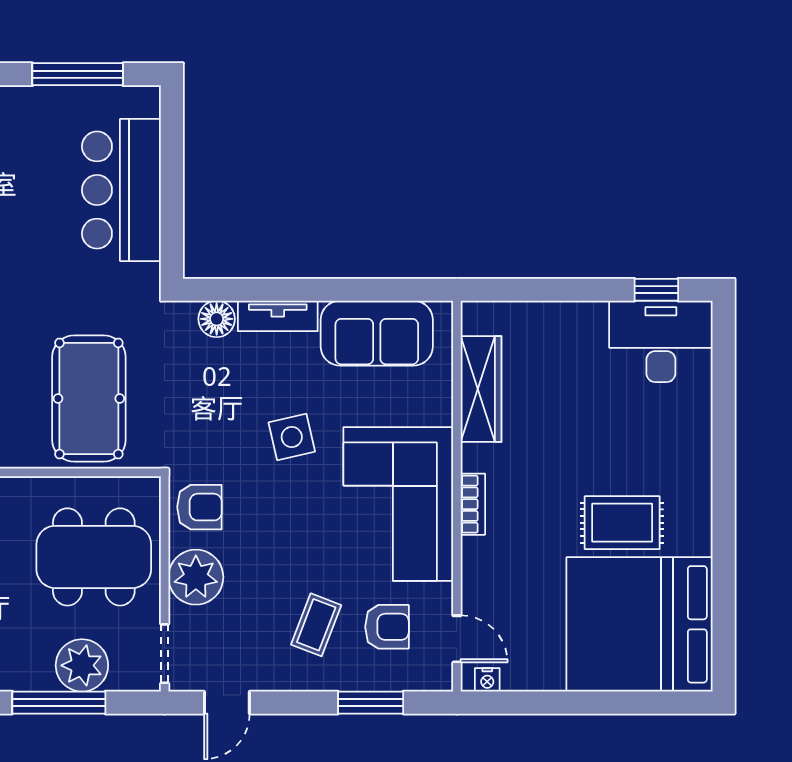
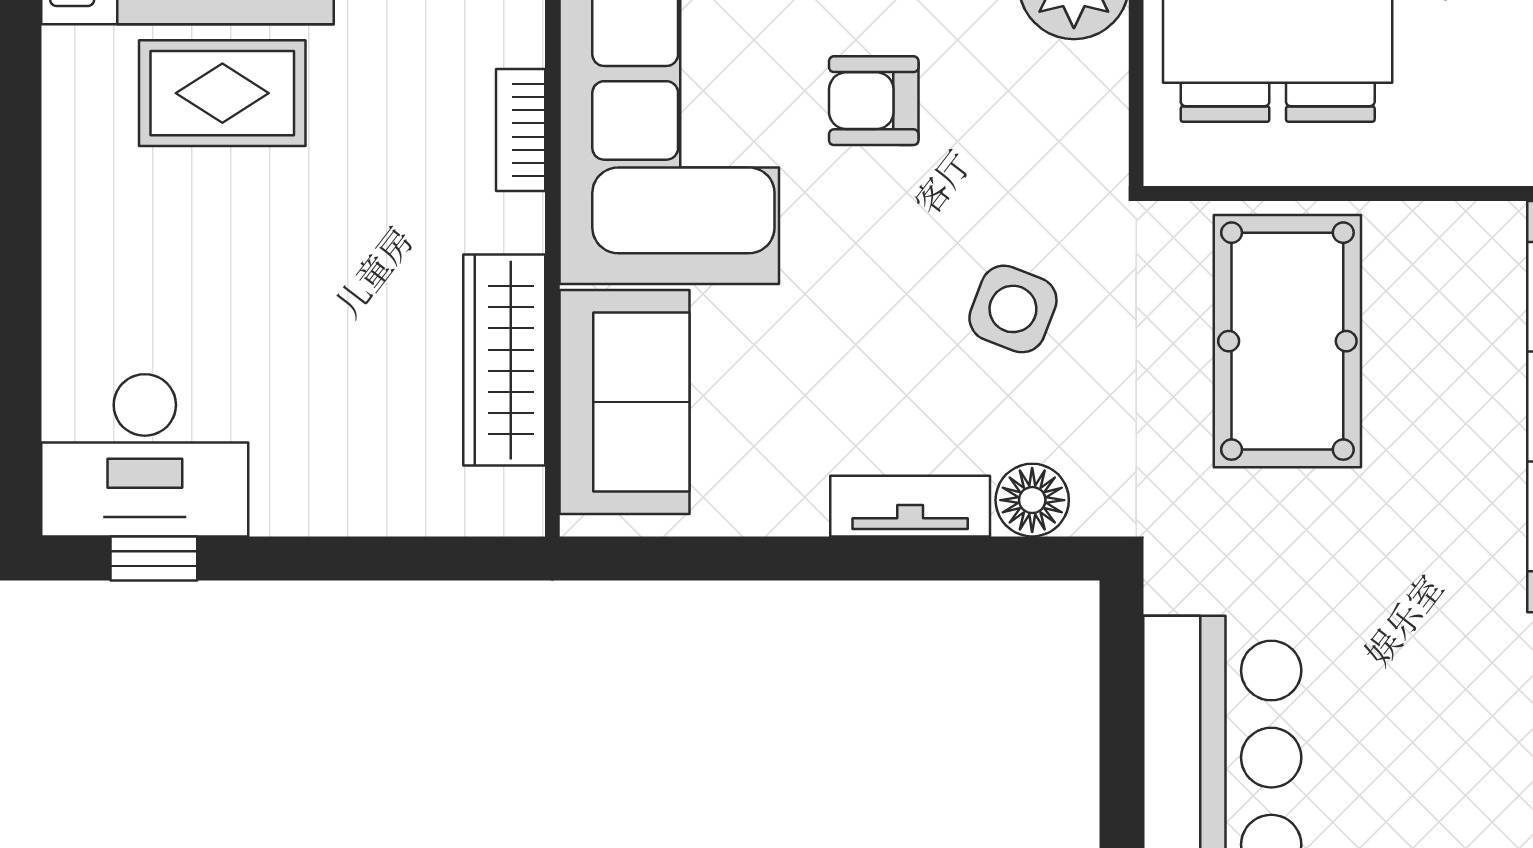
sofa: (377, 333) -> (624, 402), moved, turned 90
side table: (292, 437) -> (1013, 309), moved, turned 34
armchair: (199, 507) -> (874, 101), moved

